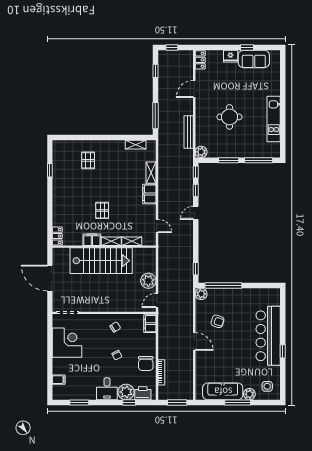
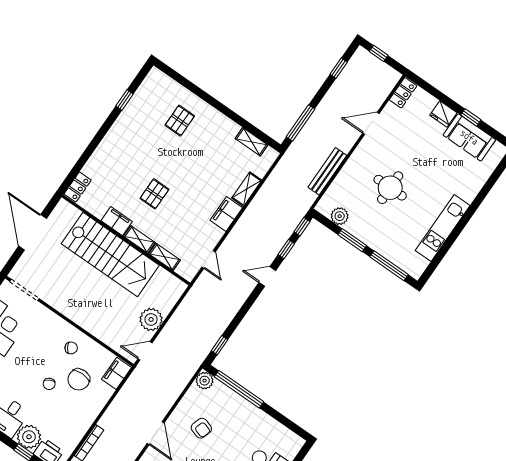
plant: (201, 152) -> (340, 216), moved
chair: (146, 363) -> (79, 379), moved

